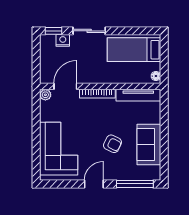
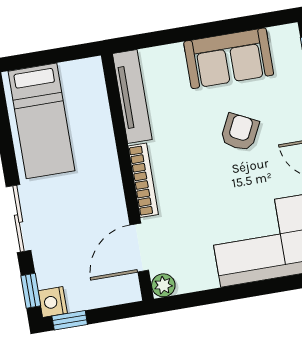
nightstand: (63, 40) -> (53, 302), moved
window: (36, 47) -> (70, 320), added
floor lamp: (156, 76) -> (87, 67), removed
door: (65, 86) -> (139, 248), hinge flipped

